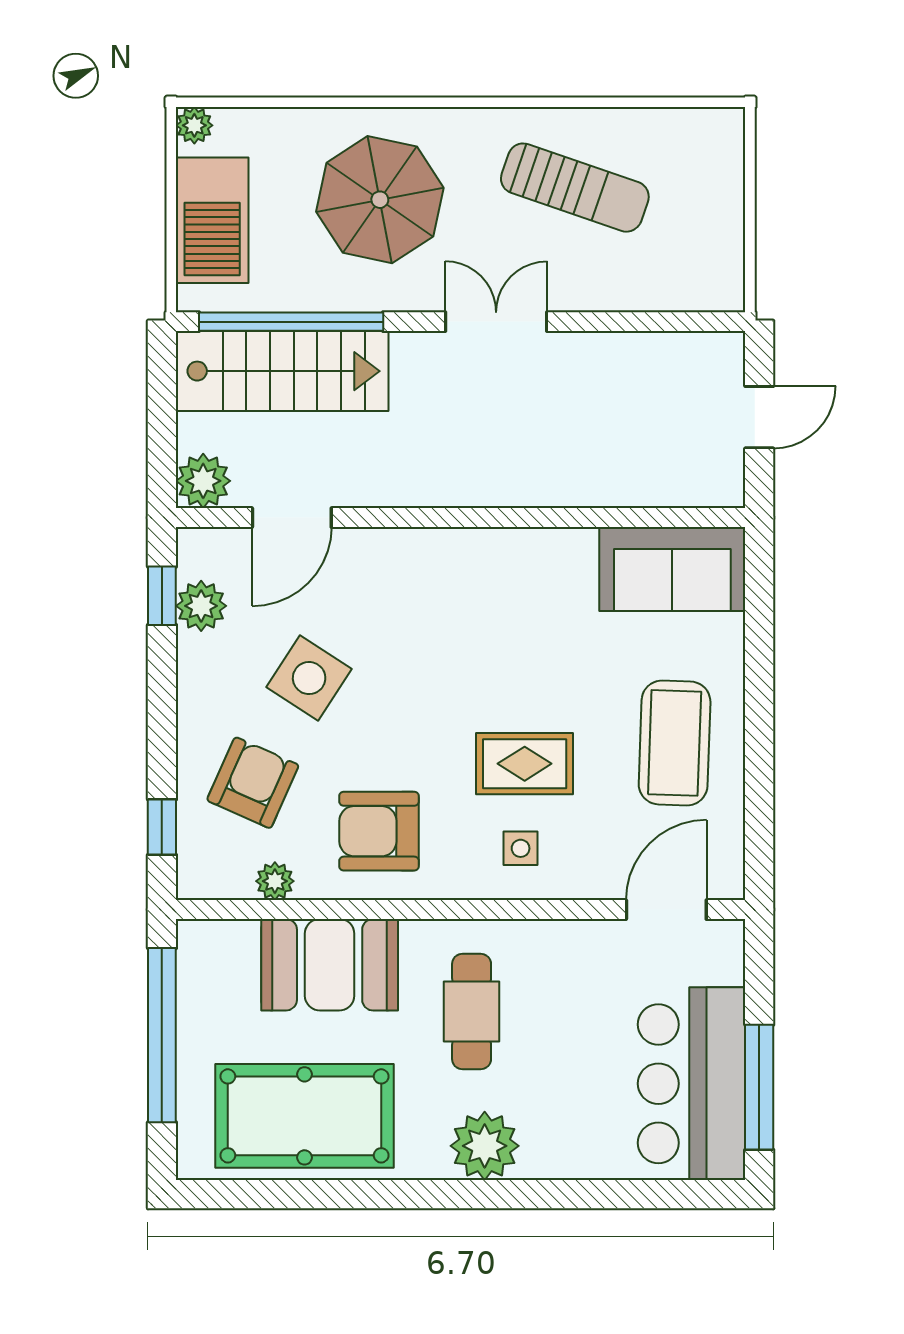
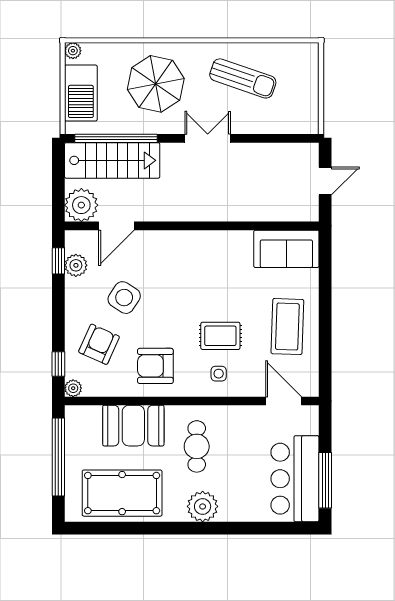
plant: (203, 481) -> (81, 205), width x1.36, depth x1.36
plant: (275, 881) -> (73, 388), moved
door: (666, 910) -> (284, 401), hinge flipped

